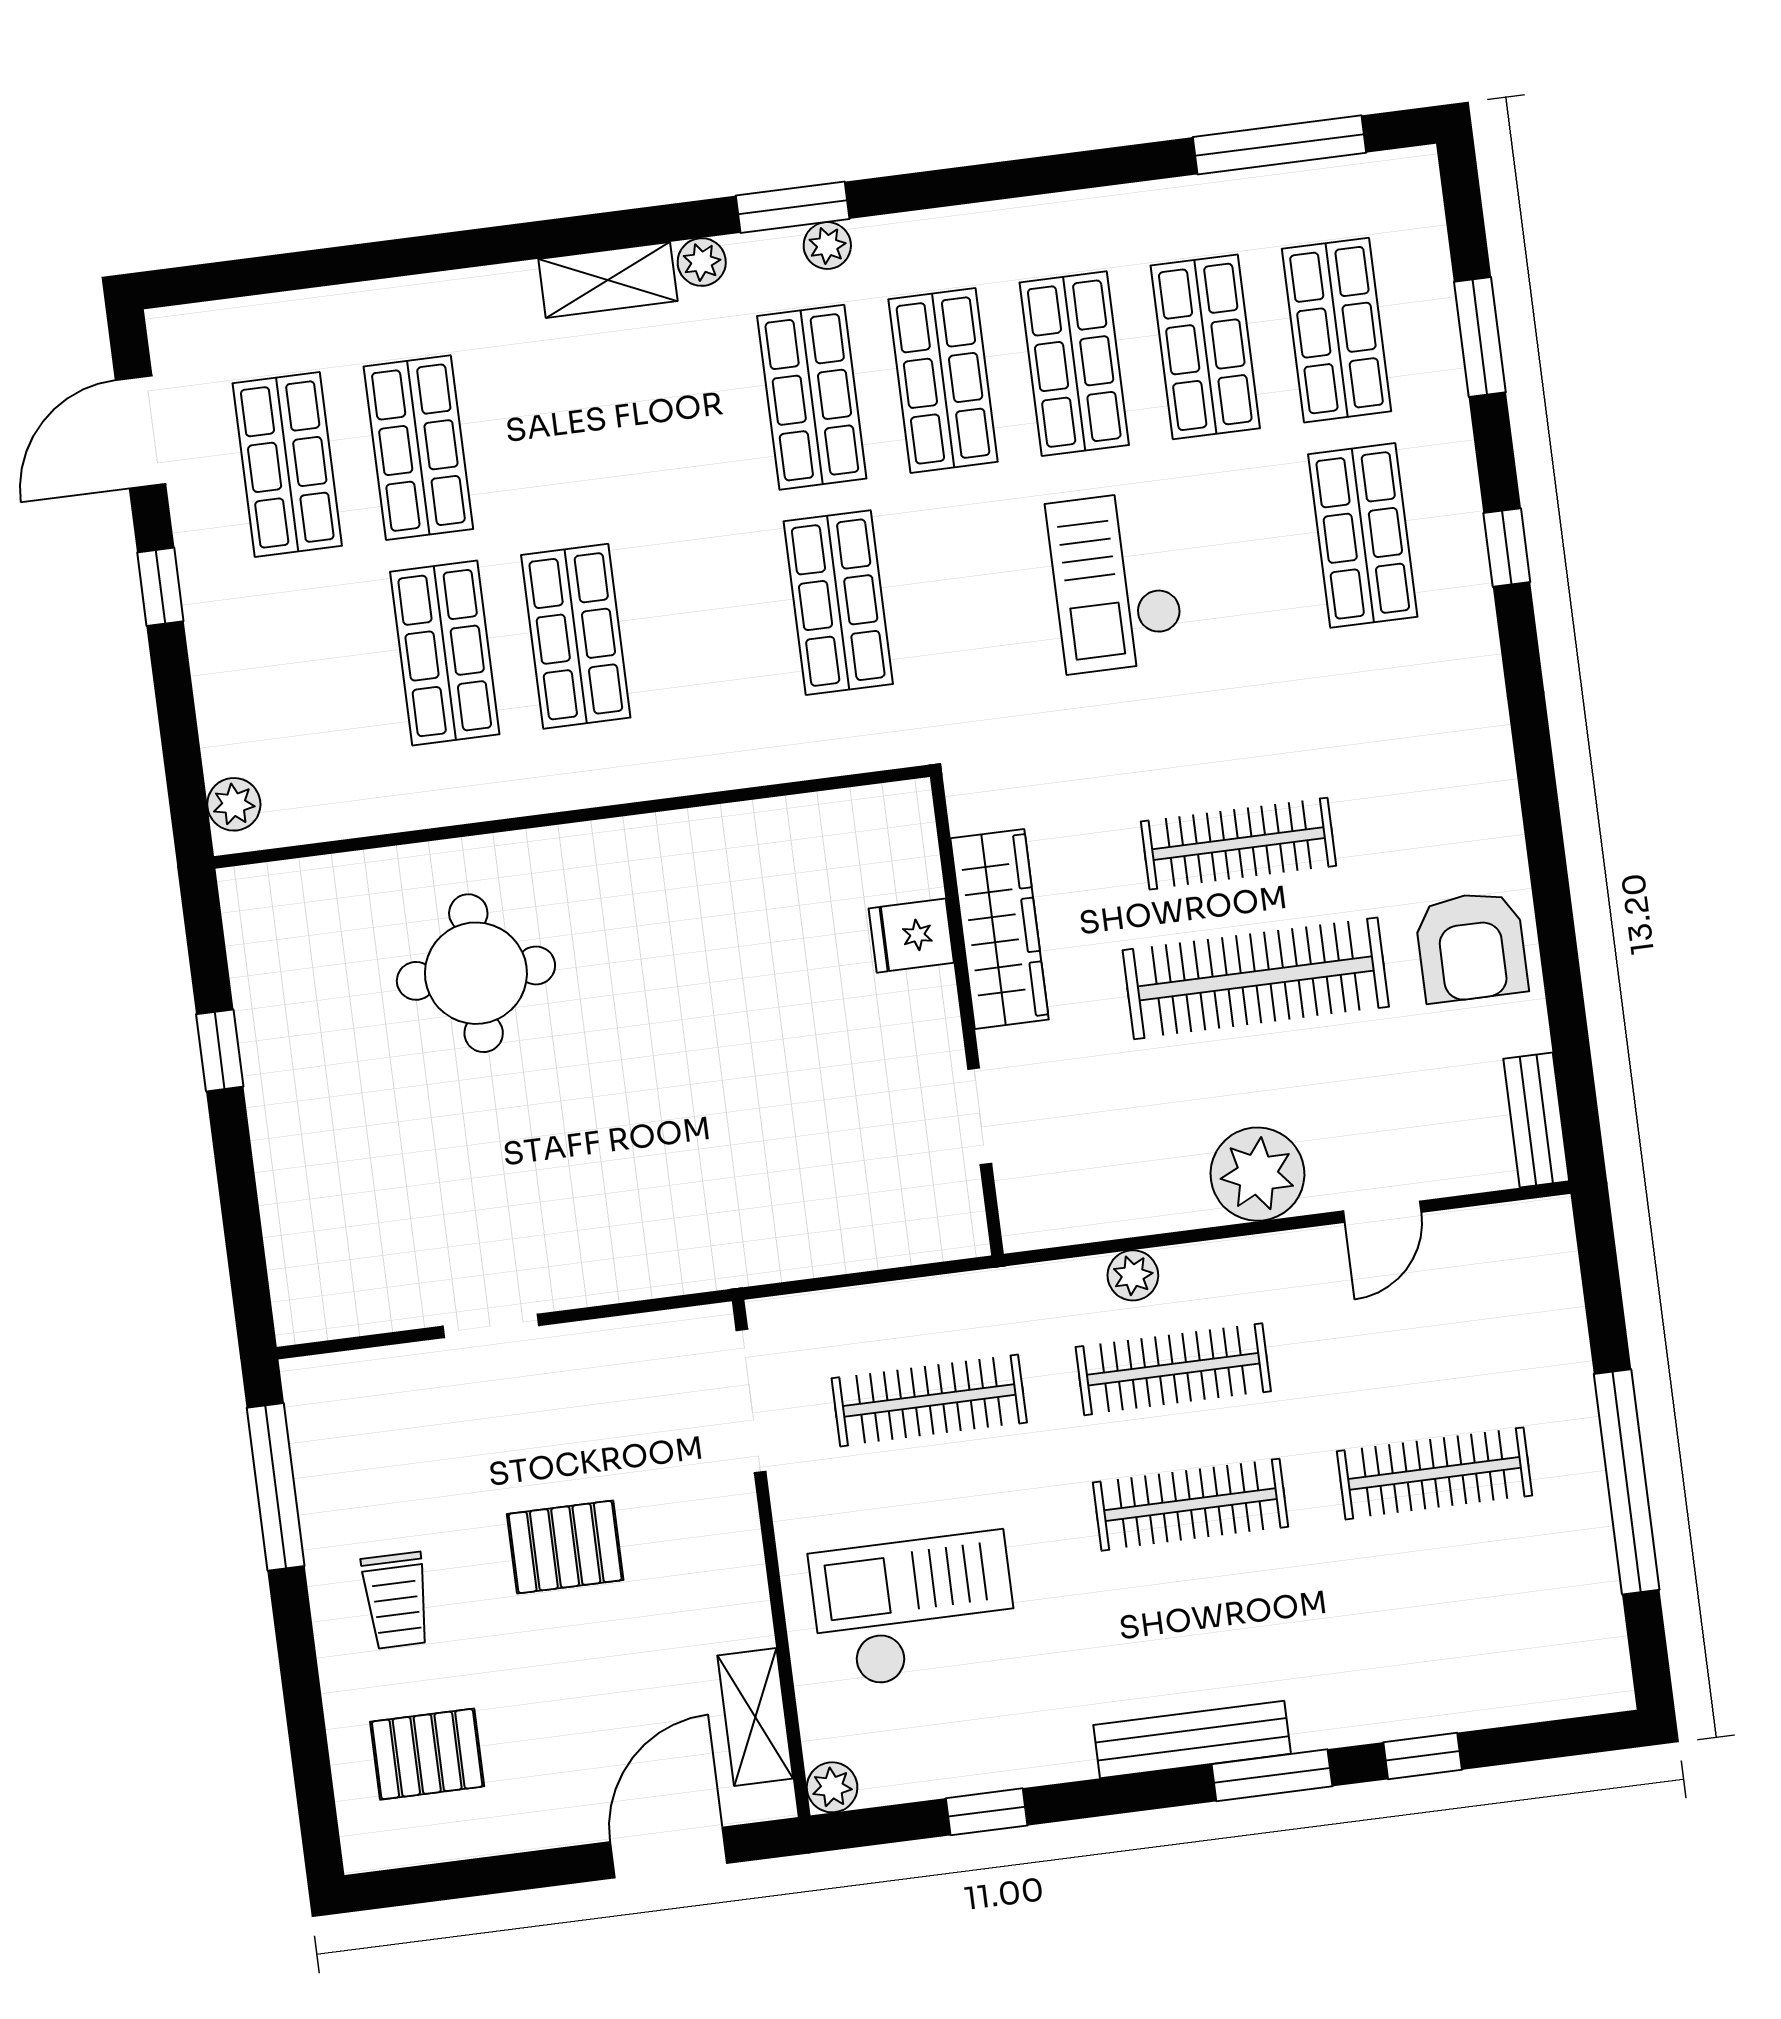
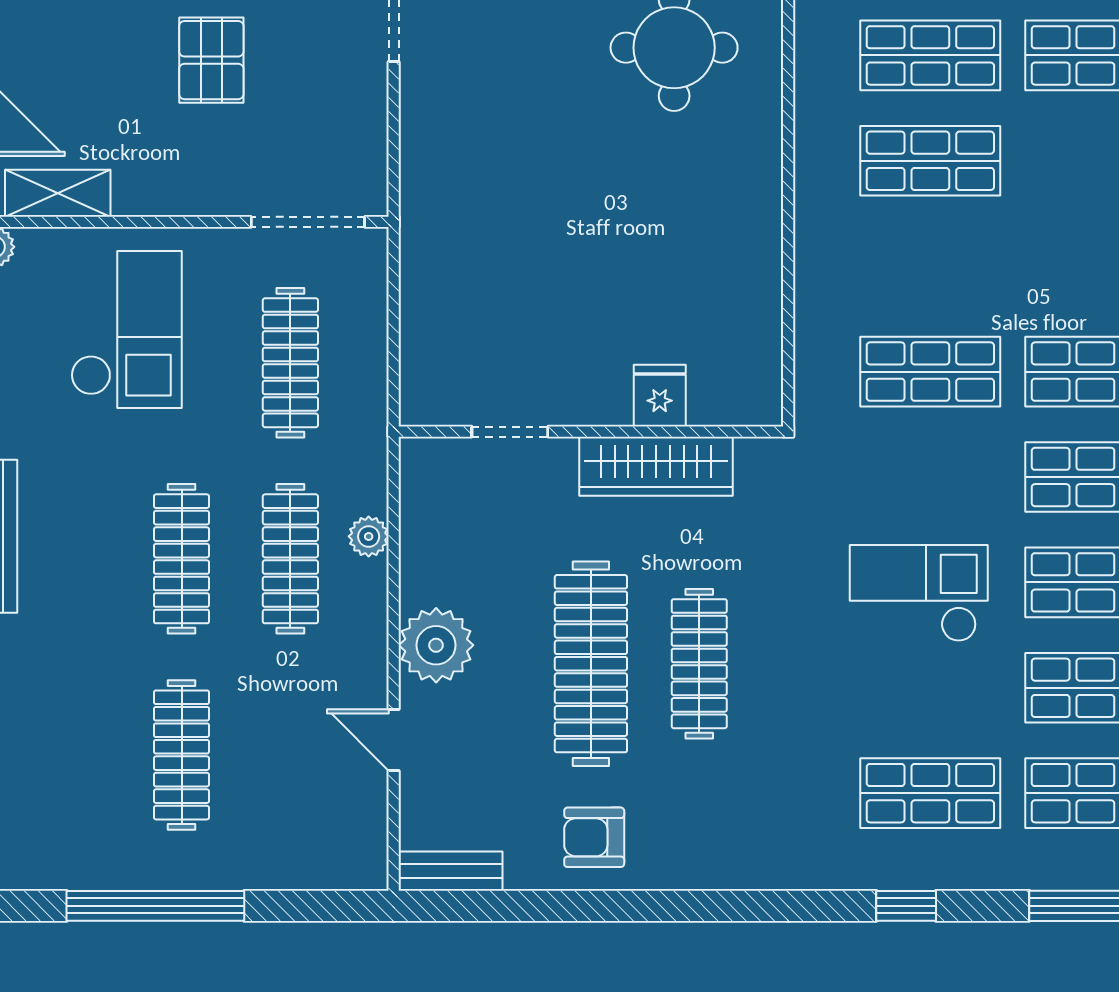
armchair: (1471, 947) -> (594, 837), width x0.72, depth x0.72

